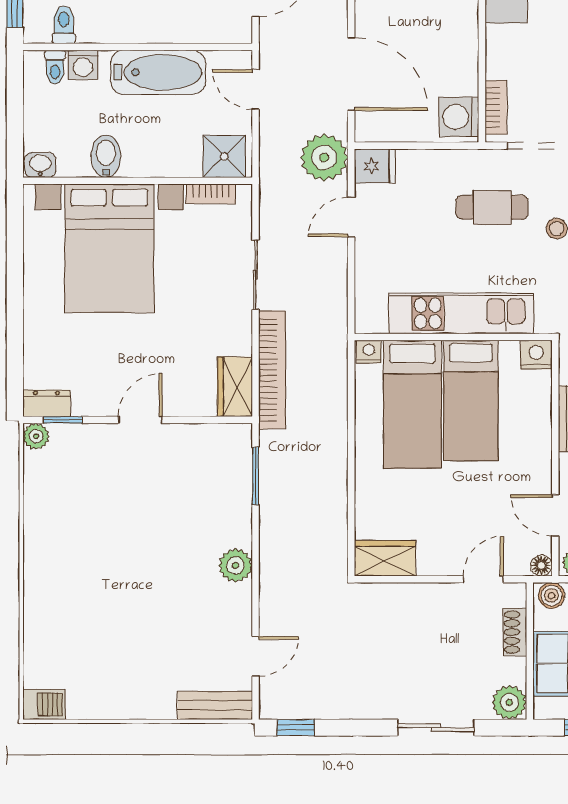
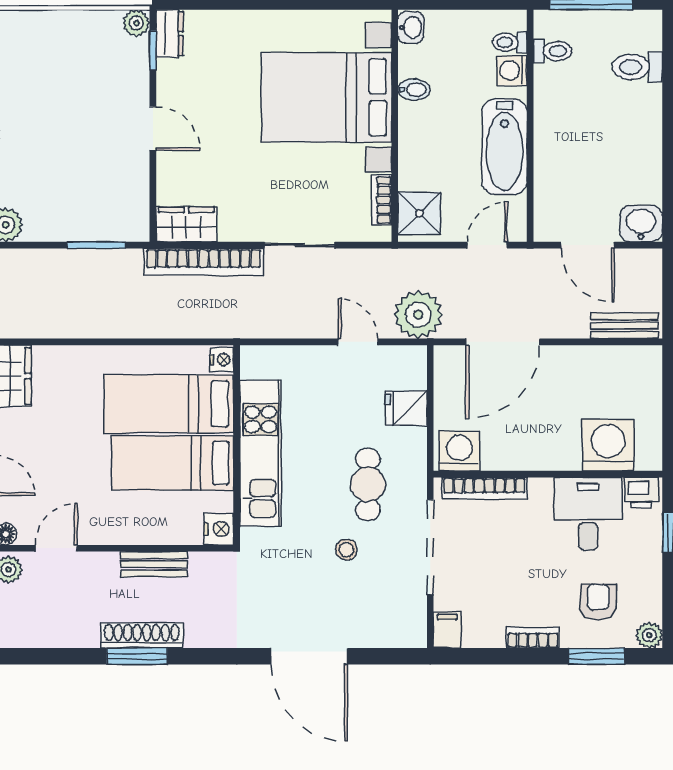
bookcase: (496, 107) -> (484, 488), width x1.56
bidet: (106, 156) -> (414, 90), width x0.72, depth x0.74
fridge: (375, 166) -> (406, 408), moved, turned 90

